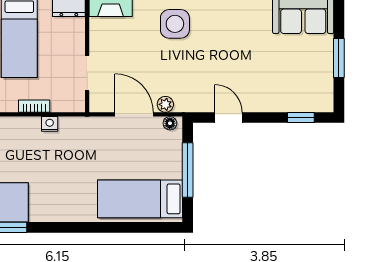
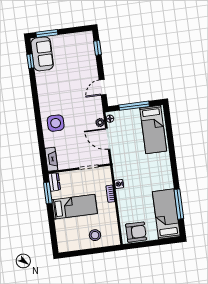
window: (339, 58) -> (47, 34), moved
door: (134, 114) -> (108, 139), hinge flipped

